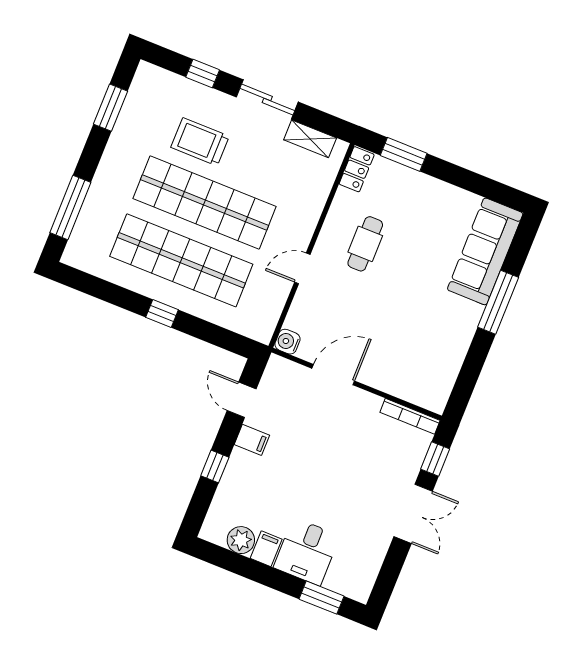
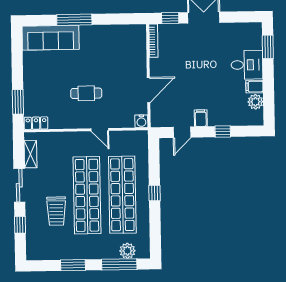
window: (110, 108) -> (73, 265), moved
plant: (87, 230) -> (127, 251), added
cafe table: (365, 244) -> (86, 93), moved
door: (333, 375) -> (149, 90), swing flipped

